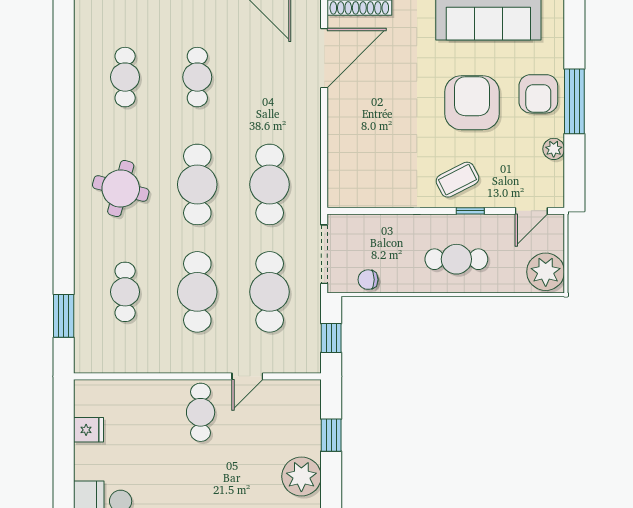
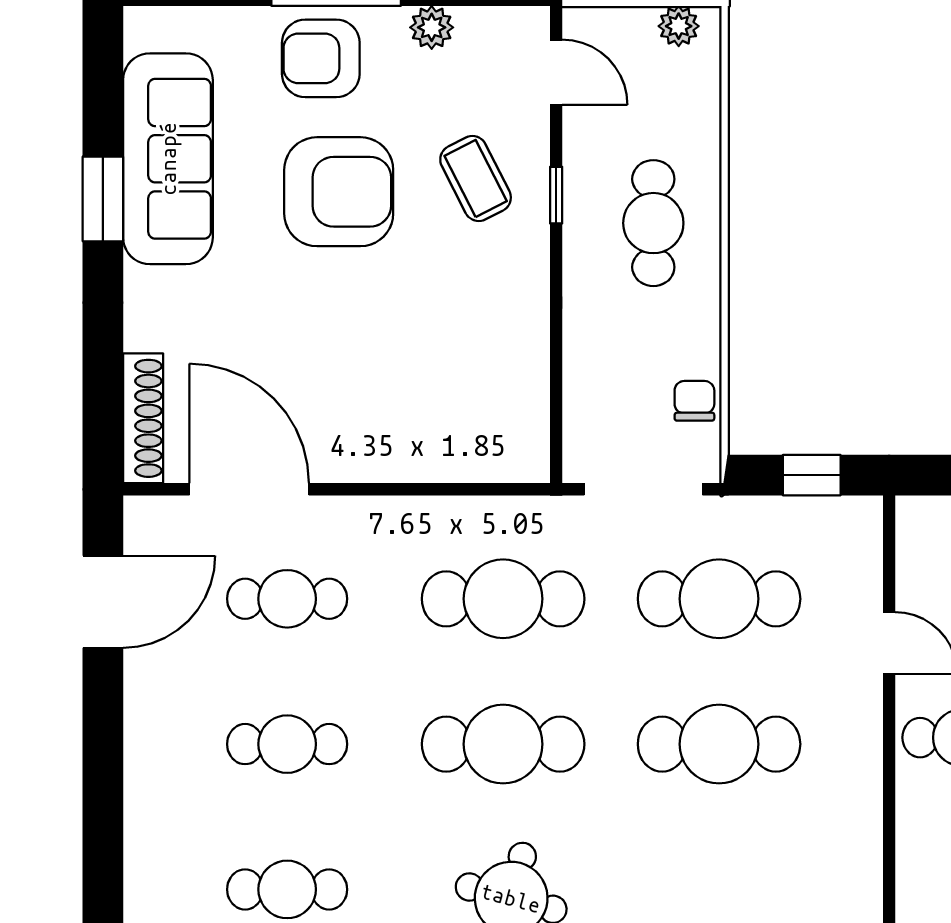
armchair: (538, 94) -> (321, 58), turned 180
armchair: (472, 103) -> (339, 192), turned 180
coffee table: (457, 180) -> (476, 179), moved
plant: (546, 272) -> (679, 26), width x0.53, depth x0.53
chair: (368, 280) -> (694, 401), turned 180
cafe table: (125, 292) -> (287, 599), moved

